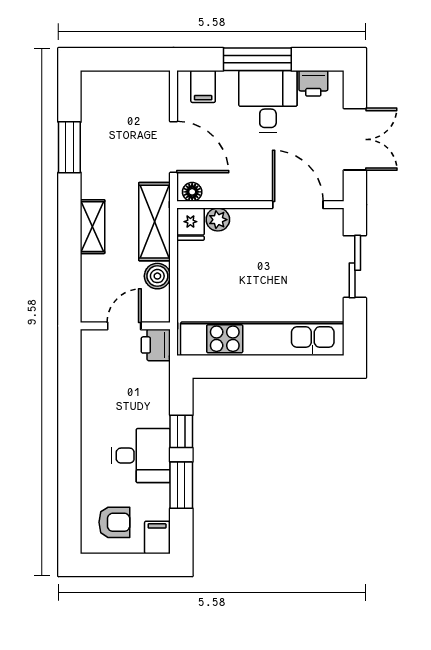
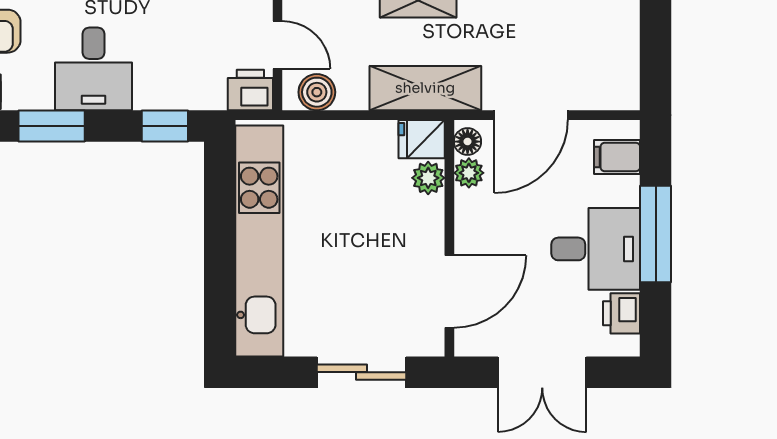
plant: (214, 191) -> (469, 173), added
boiler: (157, 276) -> (317, 92), moved
window: (181, 431) -> (165, 126), moved

